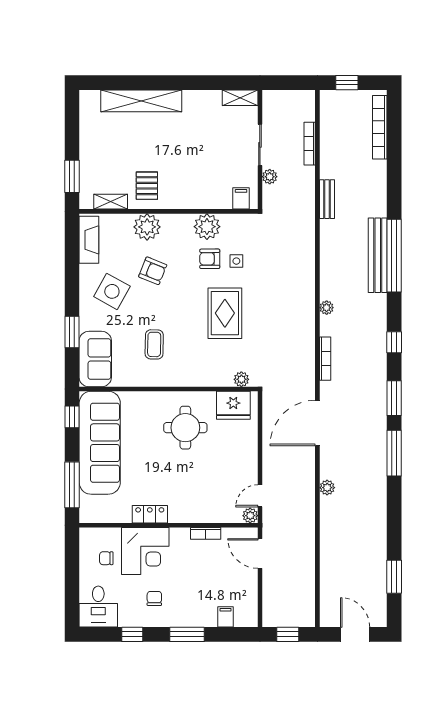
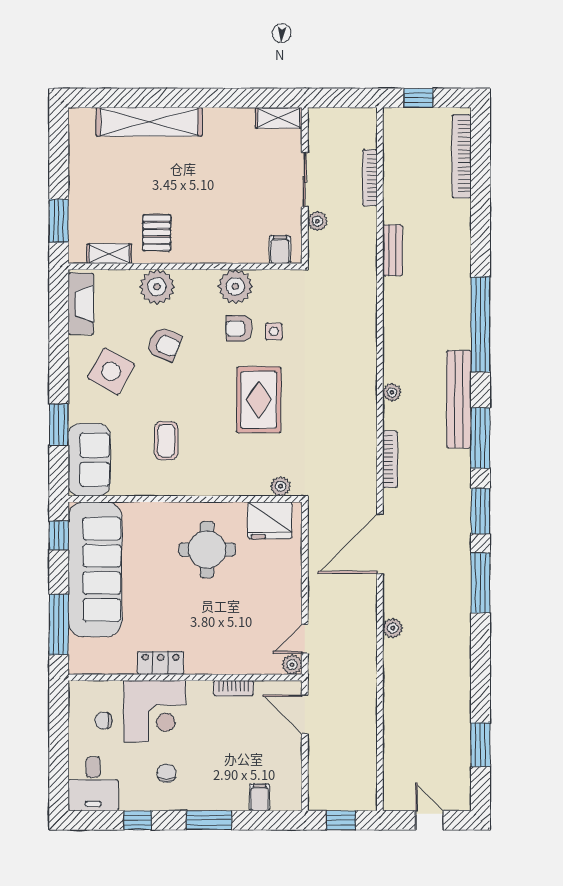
bench: (378, 255) -> (459, 399), moved
window: (394, 342) -> (480, 438), width x2.17
door: (355, 634) -> (429, 820), width x0.73

